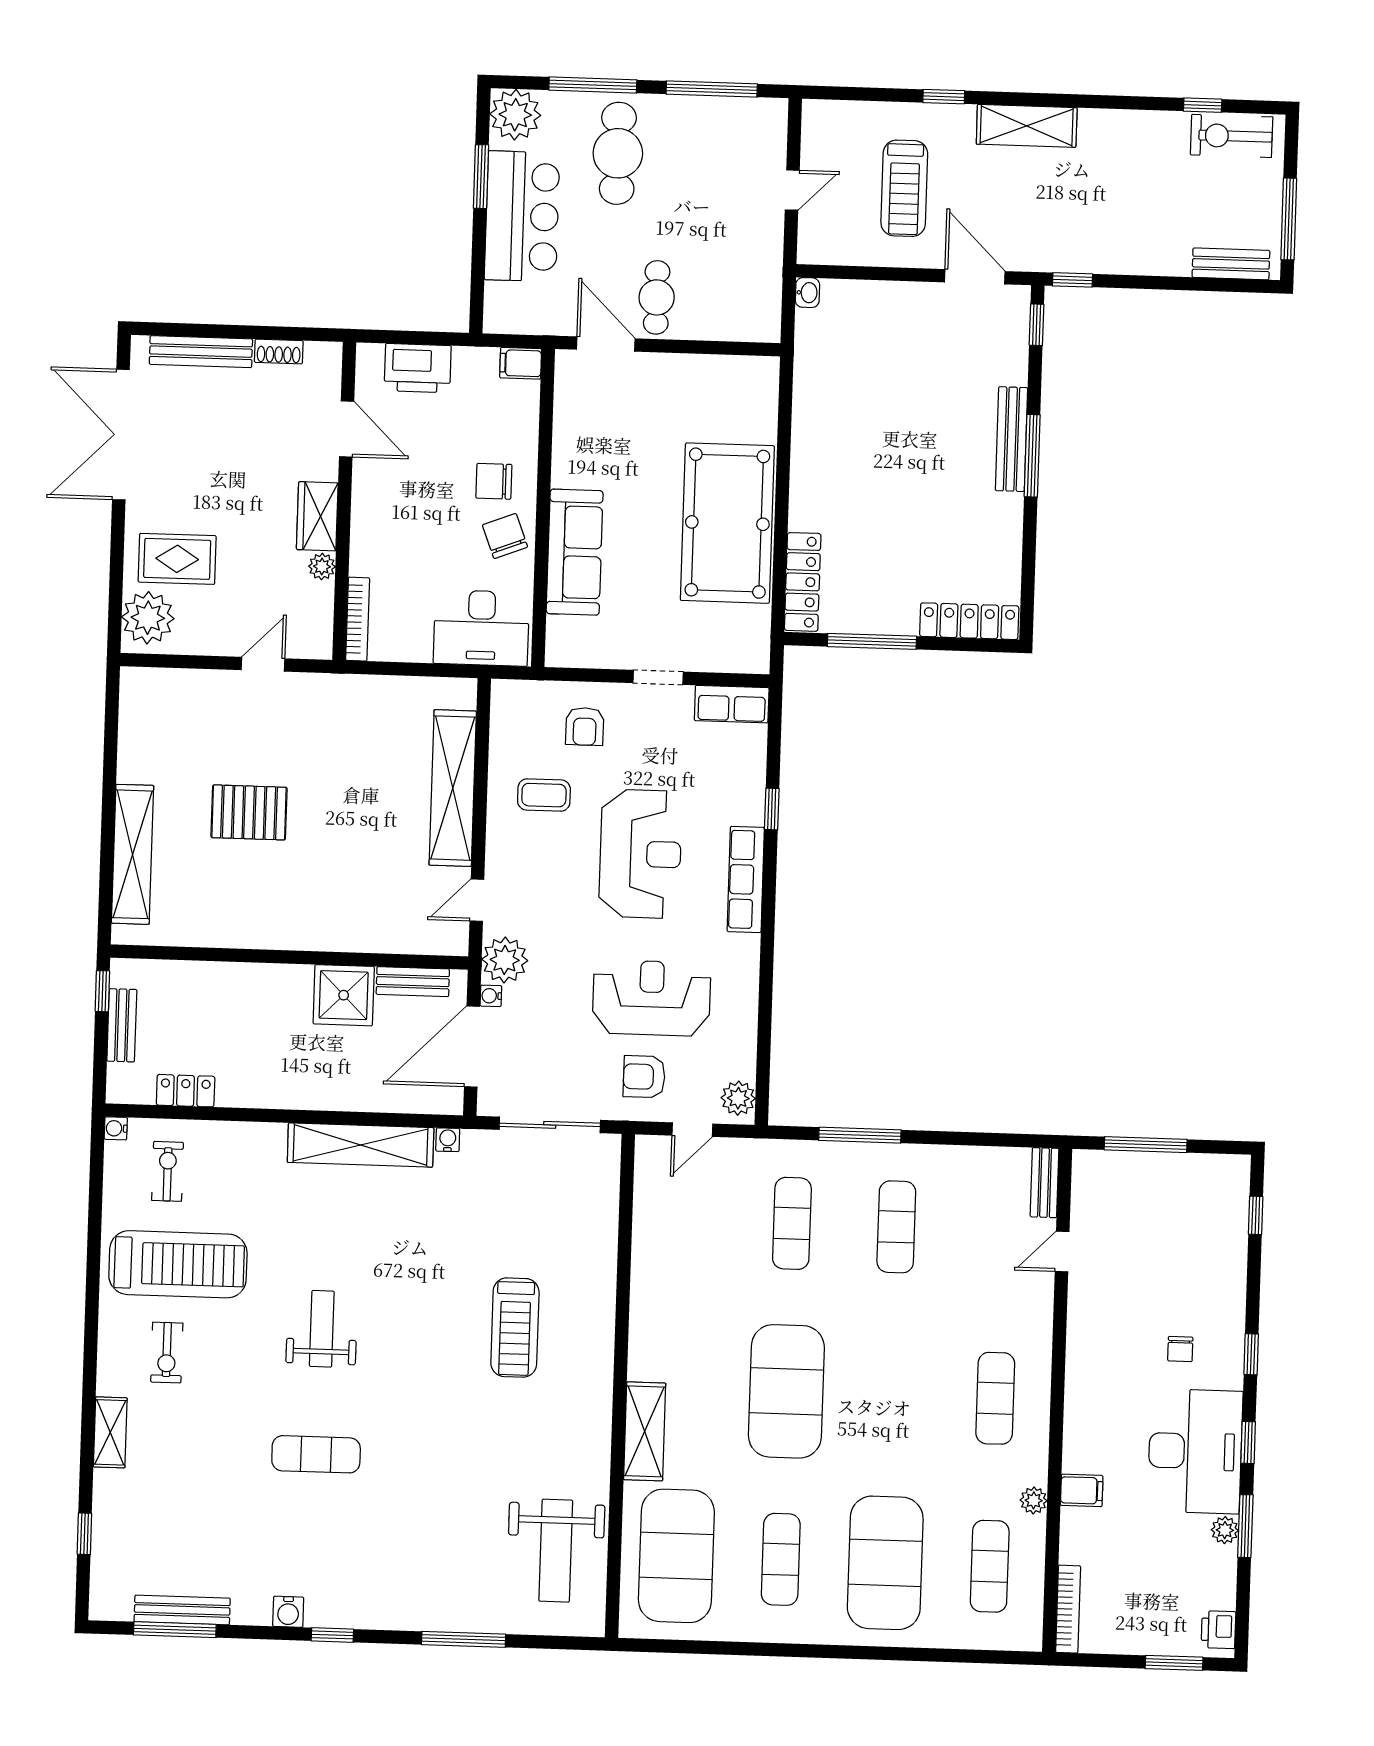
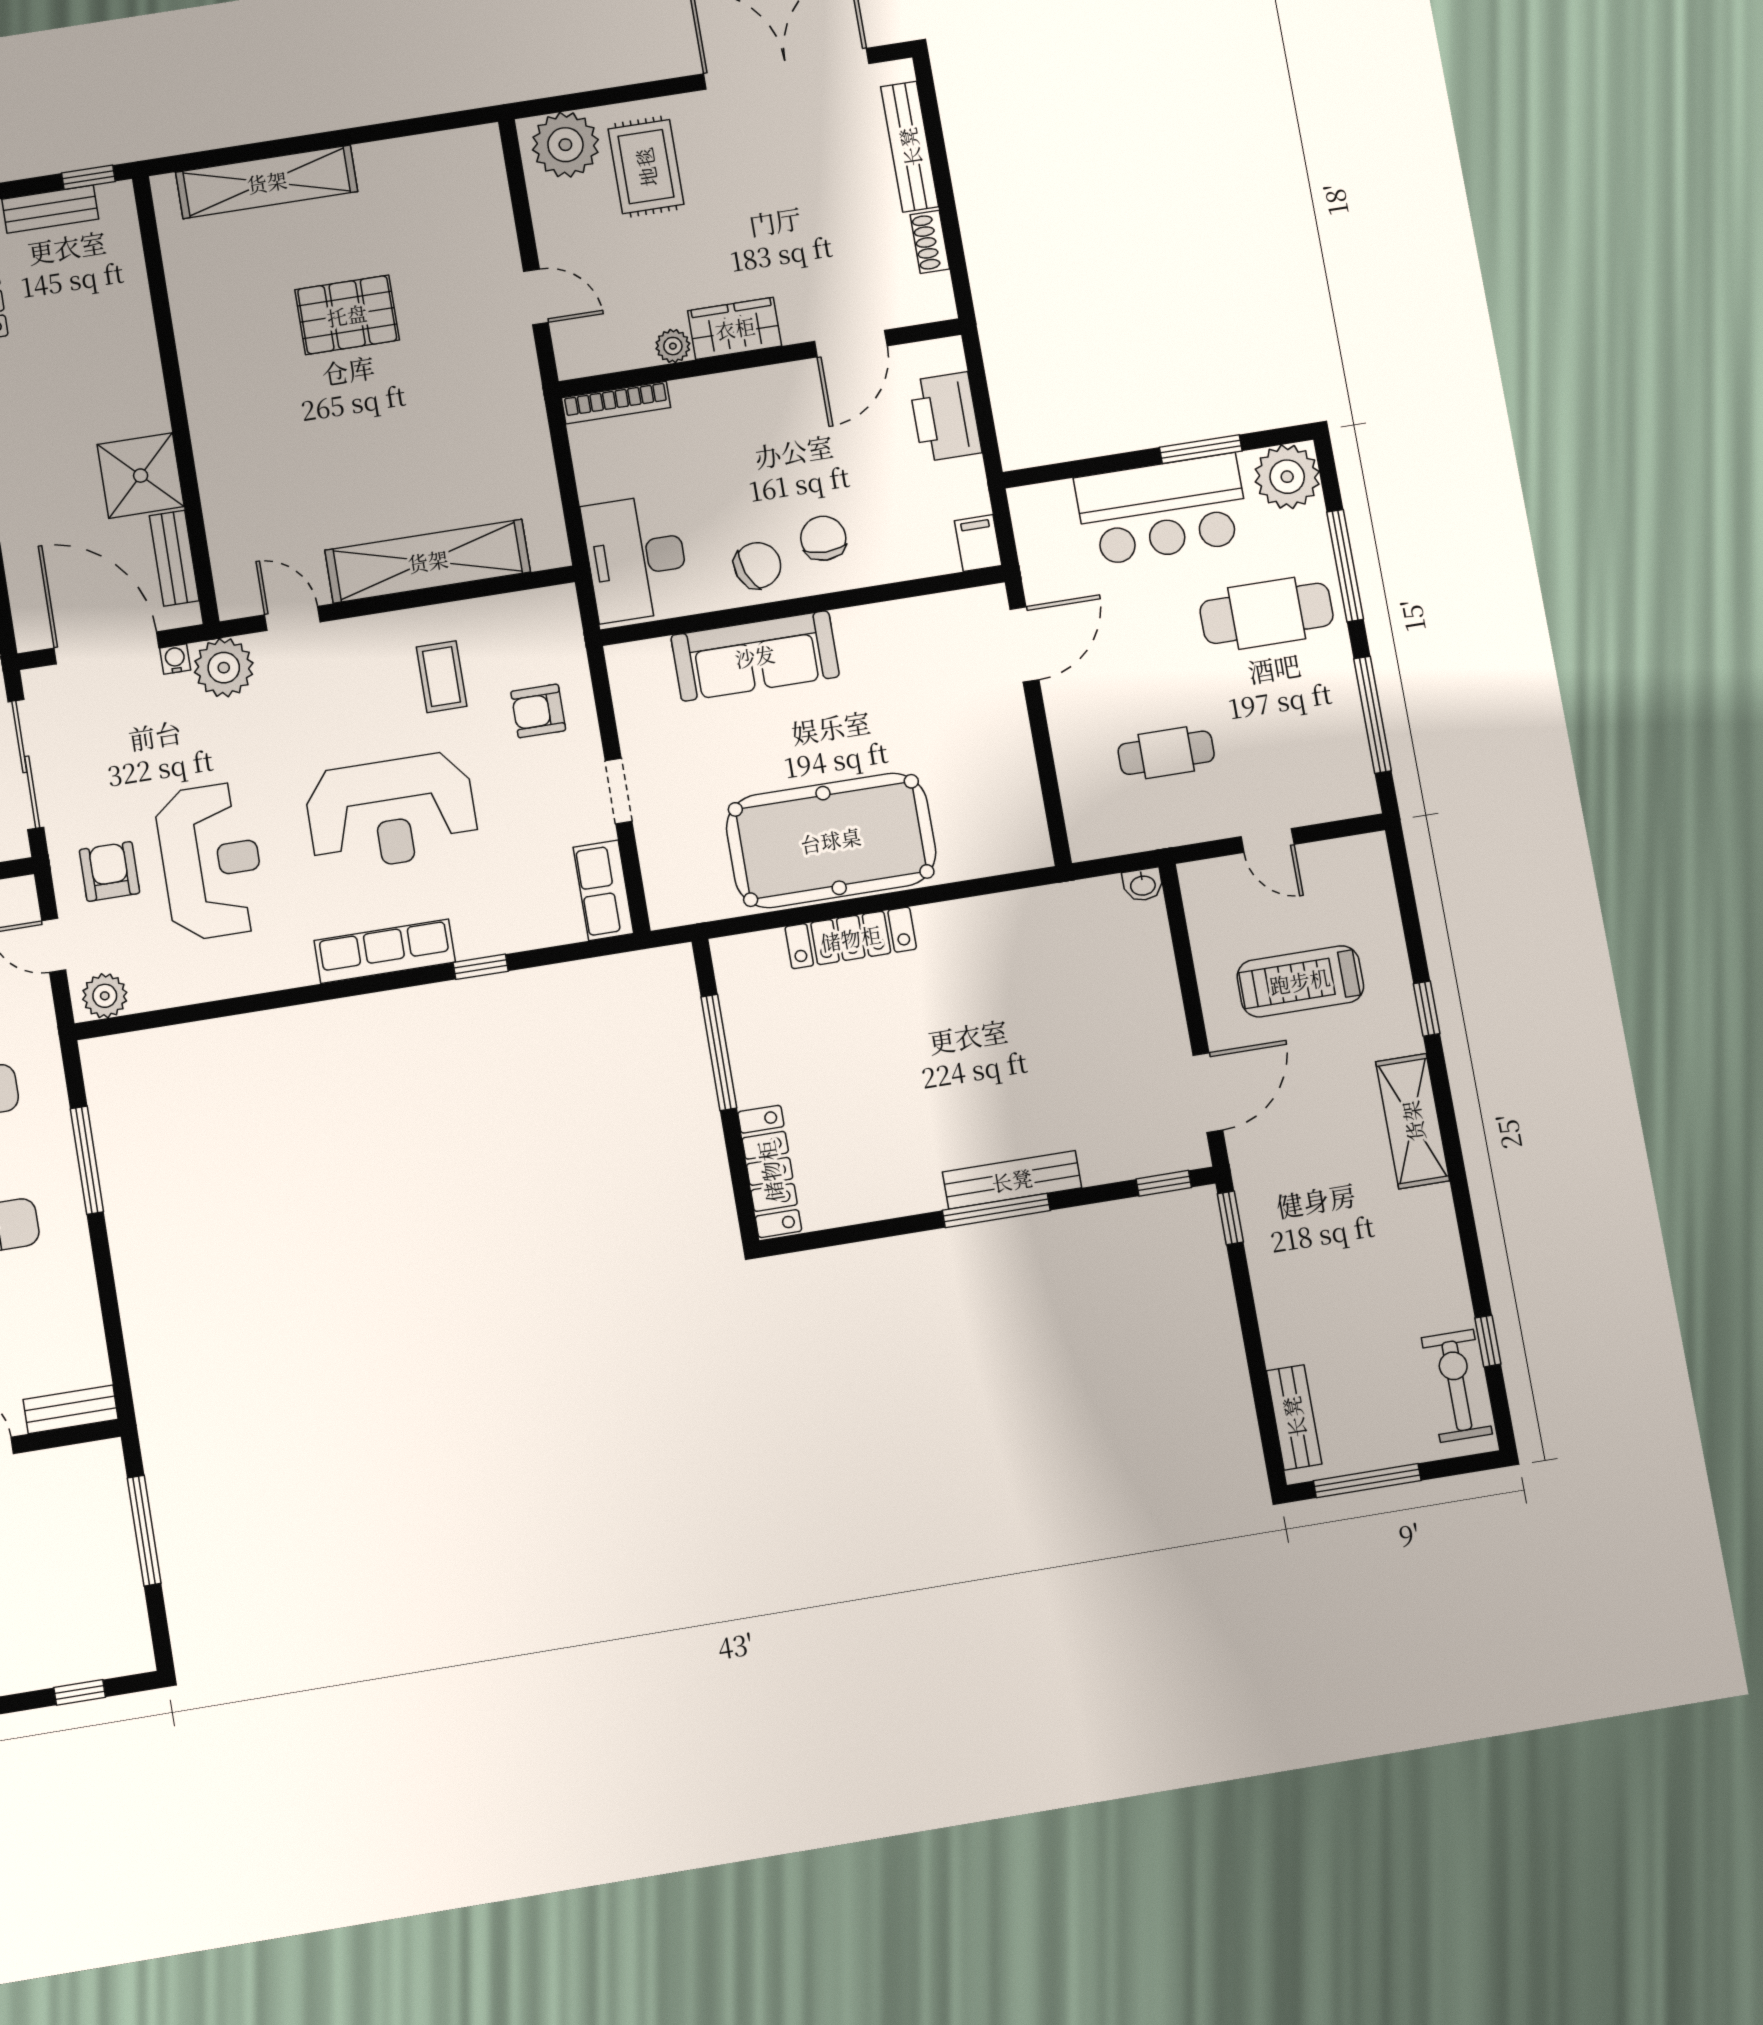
cafe table: (657, 297) -> (1166, 753), moved
locker: (803, 582) -> (851, 938), moved
pallet: (249, 812) -> (347, 315), turned 90

